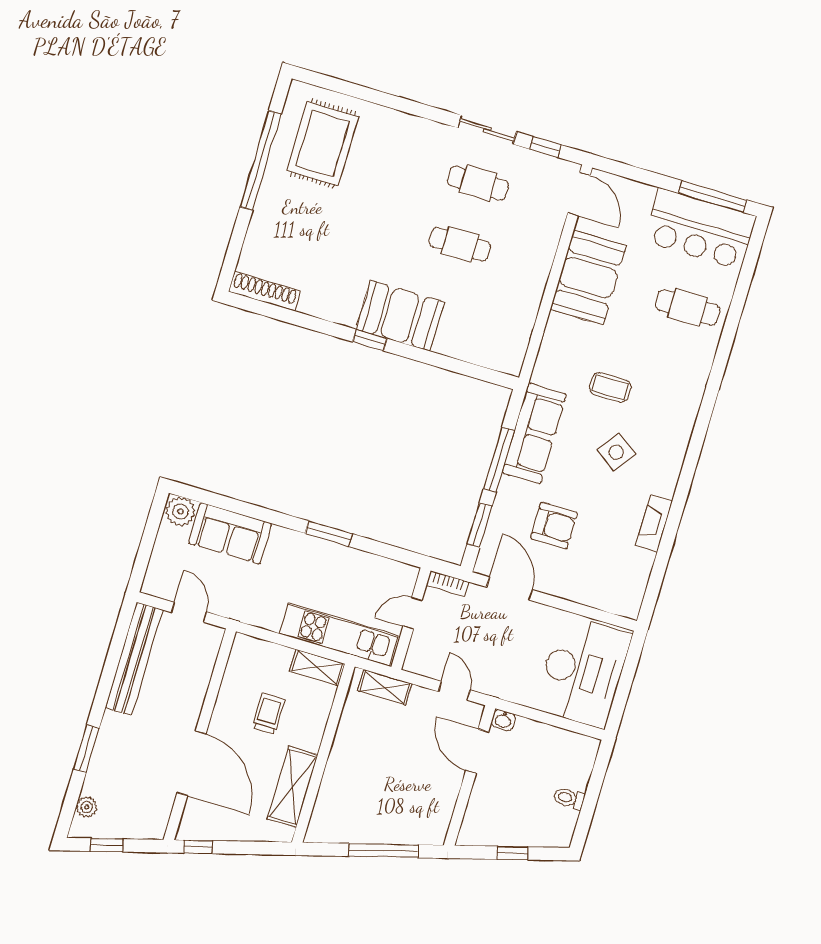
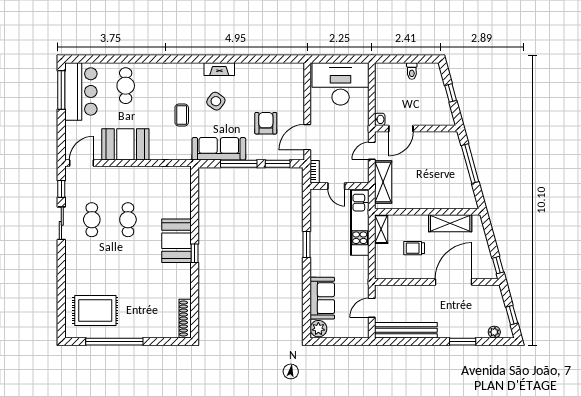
fireplace: (654, 523) -> (219, 69), moved
shelving: (385, 687) -> (383, 182), width x1.50, depth x1.33

